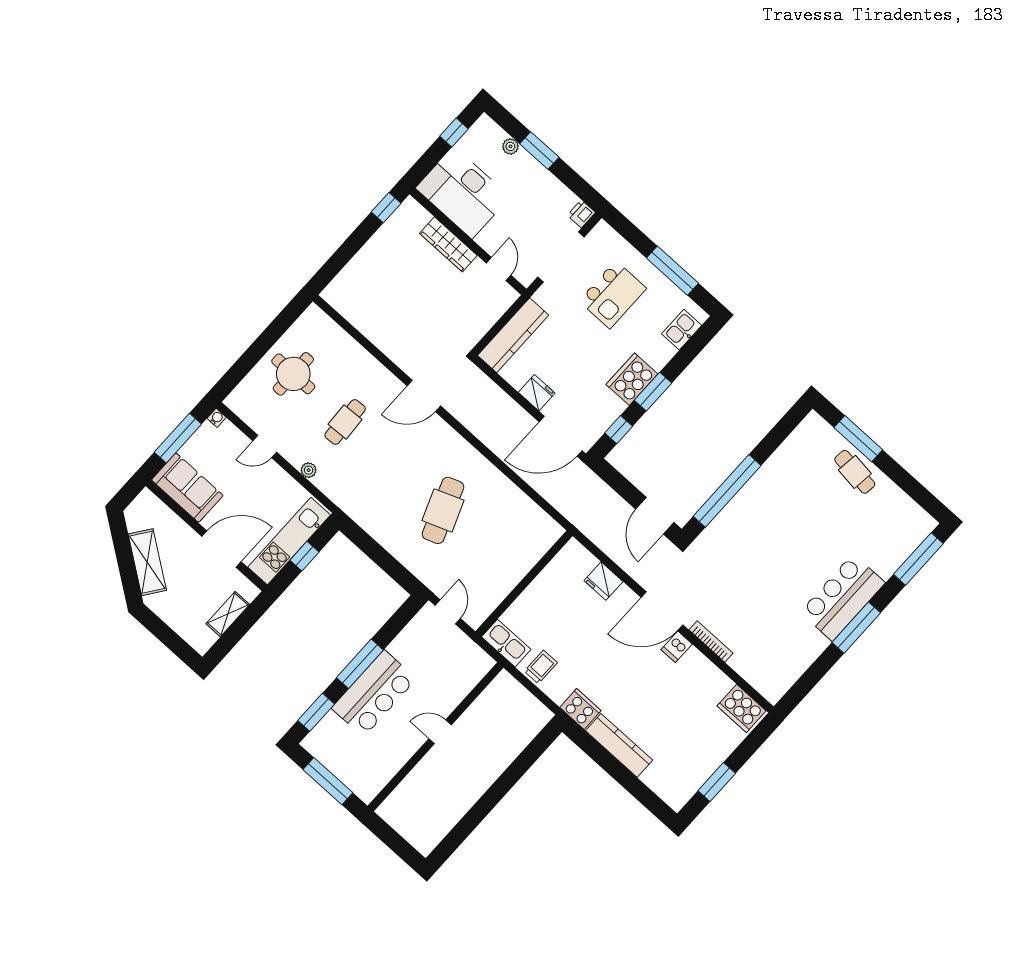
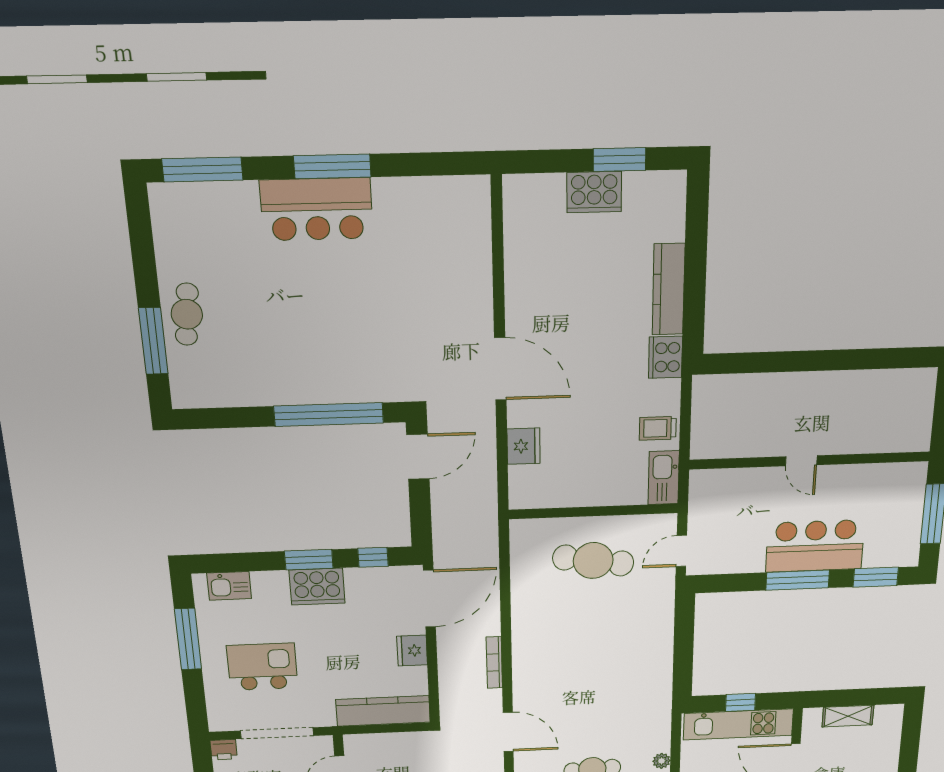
door: (561, 436) -> (429, 599), hinge flipped
cafe table: (443, 510) -> (593, 560), moved, turned 30
bookcase: (711, 642) -> (494, 663), moved
dishwasher: (677, 647) -> (521, 324), removed
cooker: (742, 708) -> (594, 192), moved, turned 90

